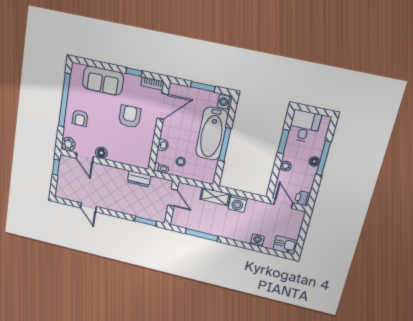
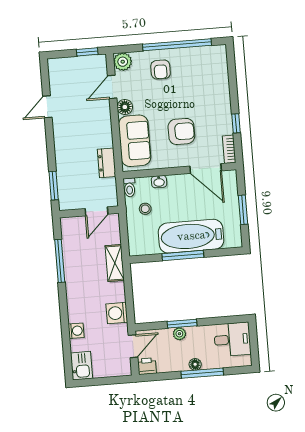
sofa: (103, 81) -> (135, 141), moved, turned 180
washing machine: (225, 102) -> (233, 240), removed
armchair: (80, 118) -> (161, 70), turned -90
window: (283, 142) -> (182, 324), moved
washing machine: (238, 203) -> (117, 313), moved

